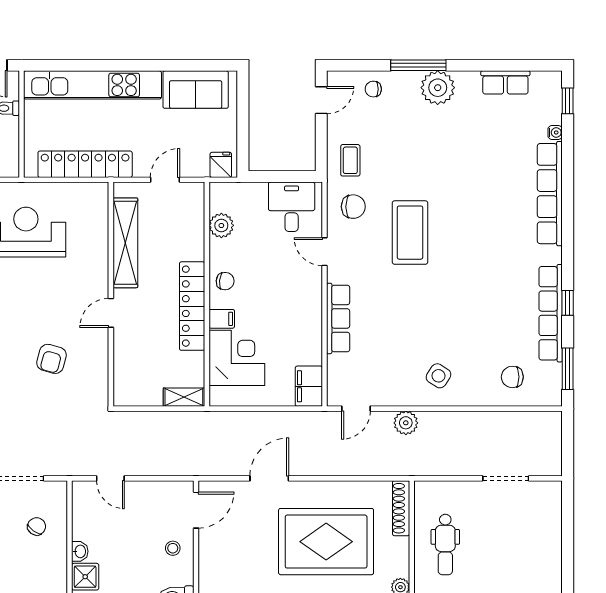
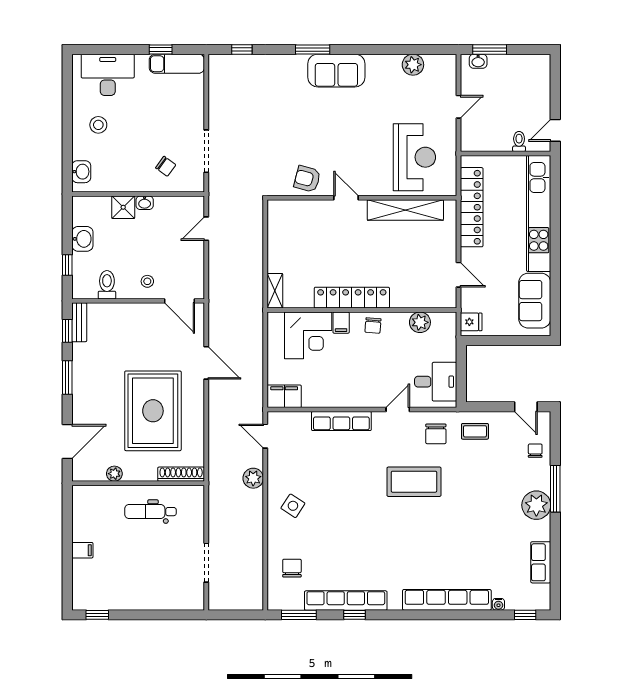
shelving: (125, 243) -> (405, 210), moved
wall: (111, 294) -> (362, 198), moved
door: (111, 313) -> (346, 198), moved

